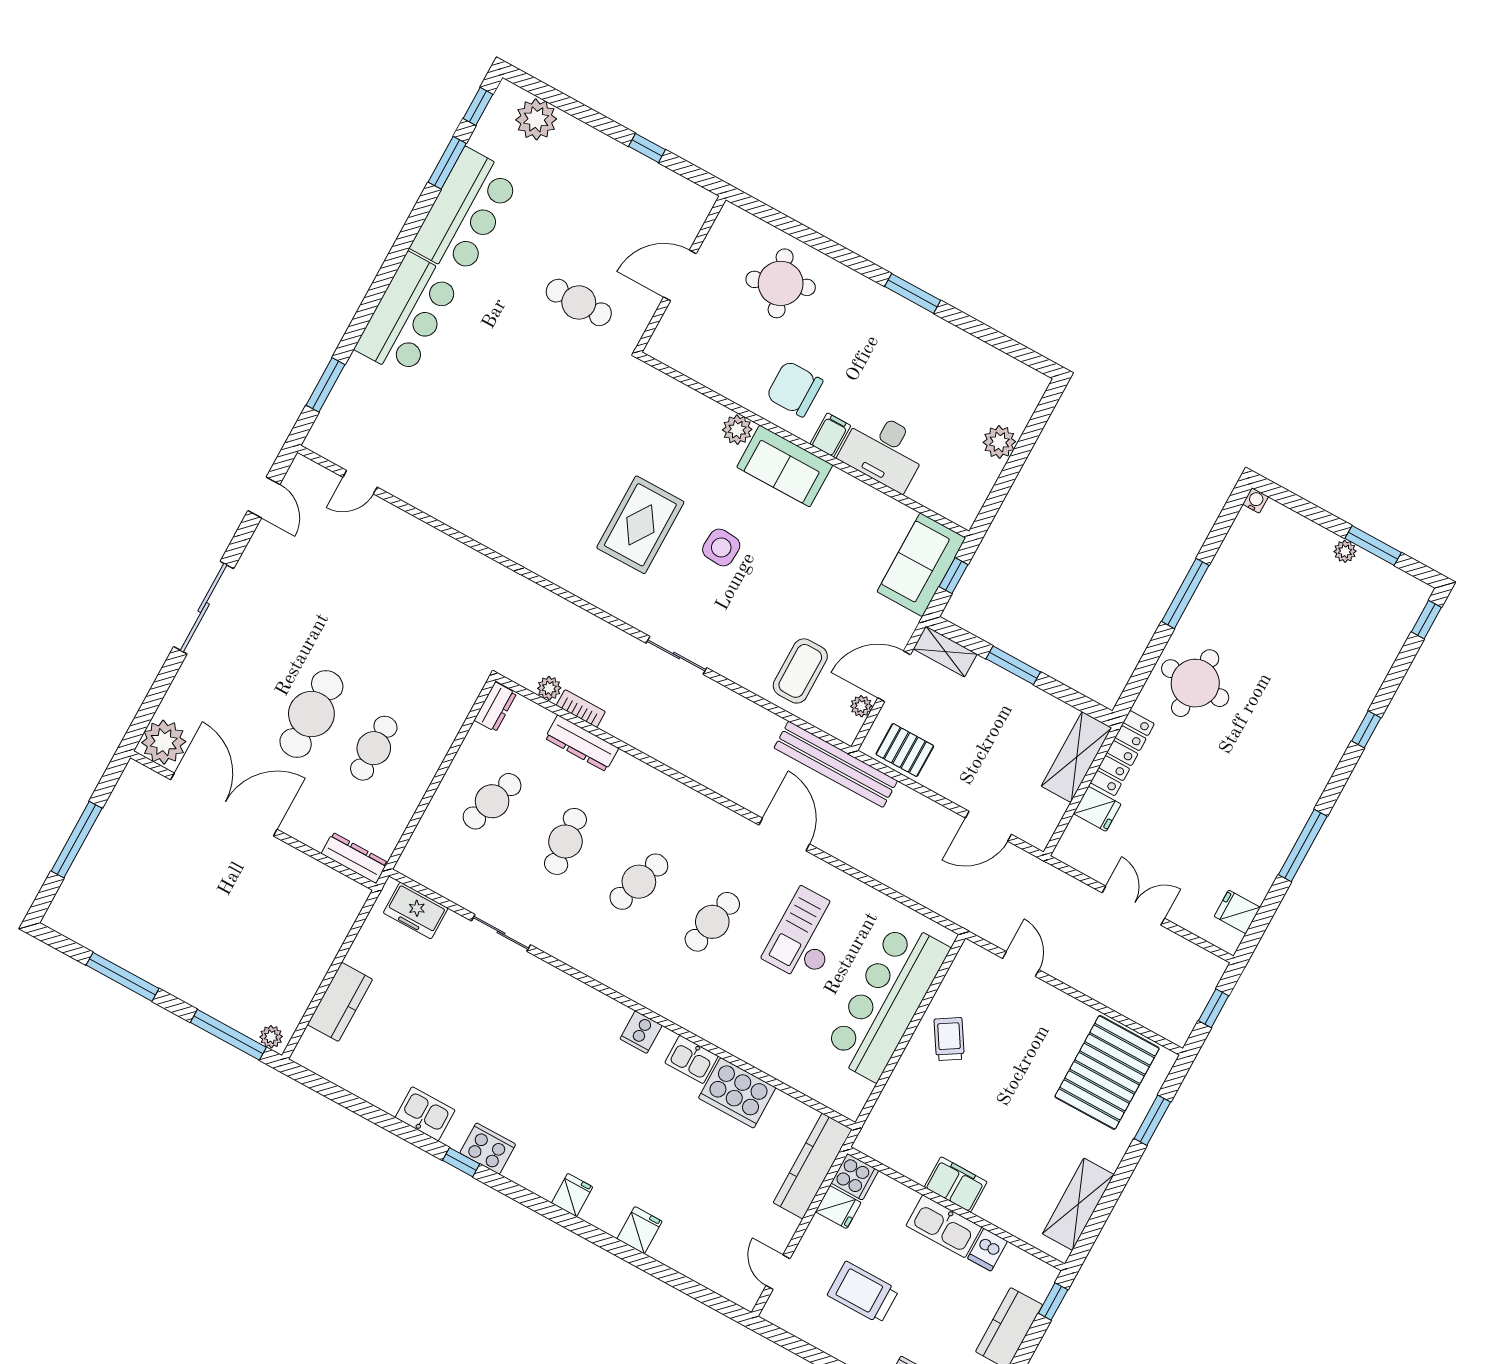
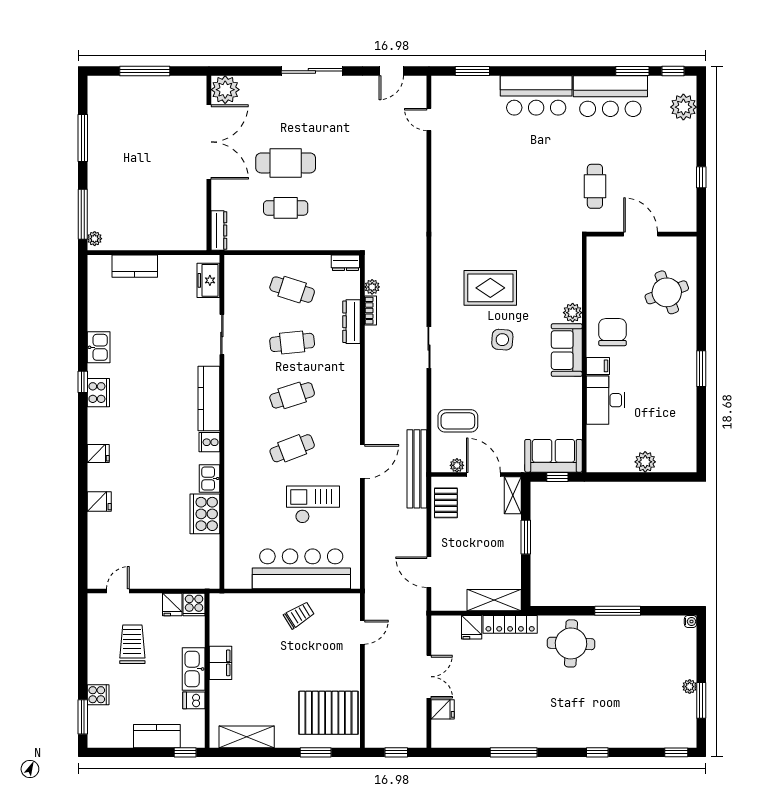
cafe table: (639, 882) -> (292, 395), turned -36
fridge: (1237, 912) -> (443, 709), moved, turned 90
cafe table: (712, 922) -> (292, 448), turned -33
kitchen counter: (813, 1166) -> (209, 399), moved, turned -90

